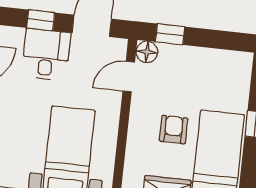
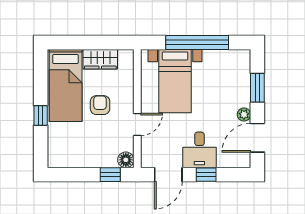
door: (129, 77) -> (137, 124), moved
armchair: (174, 130) -> (100, 105), turned 180

